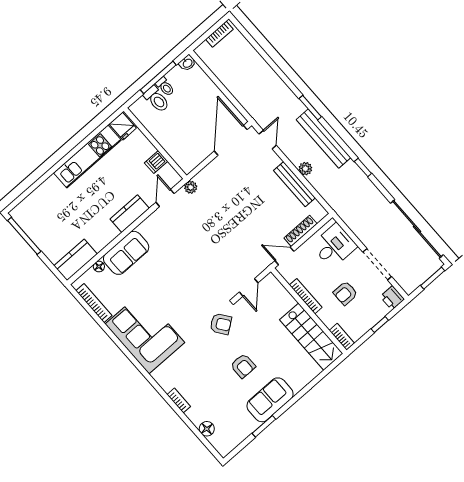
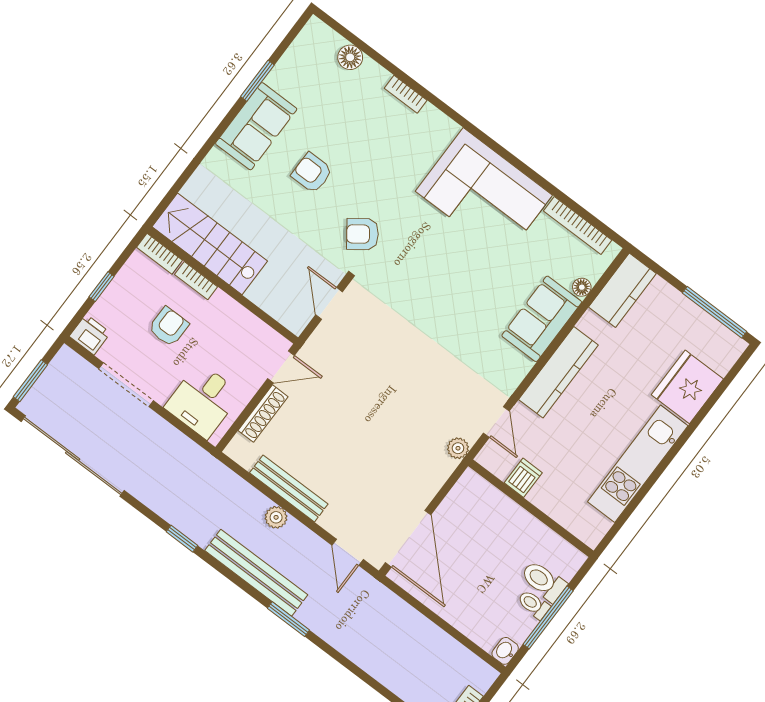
fridge: (123, 126) -> (687, 387), moved, width x1.88, depth x1.34
kitchen counter: (130, 214) -> (558, 372), width x1.50
bookcase: (306, 296) -> (196, 281), moved, width x0.64

